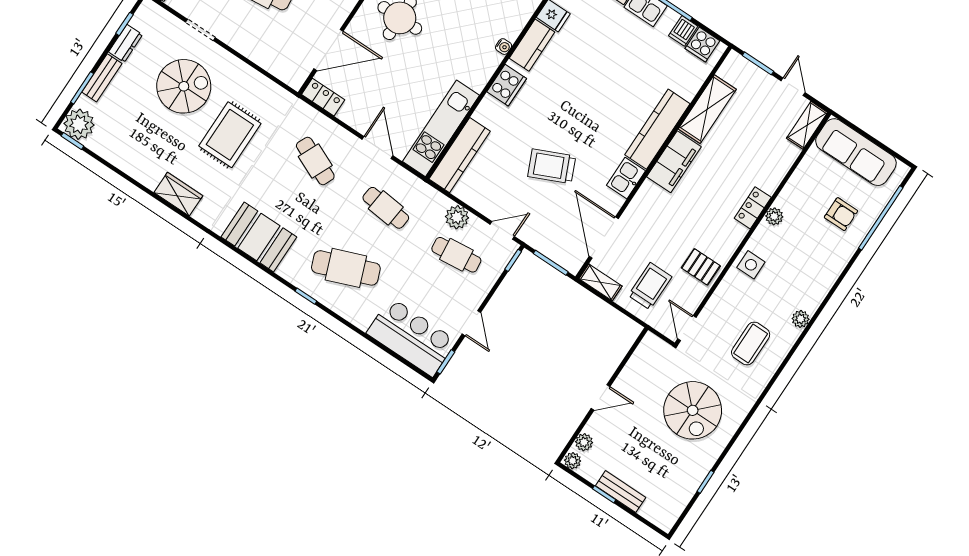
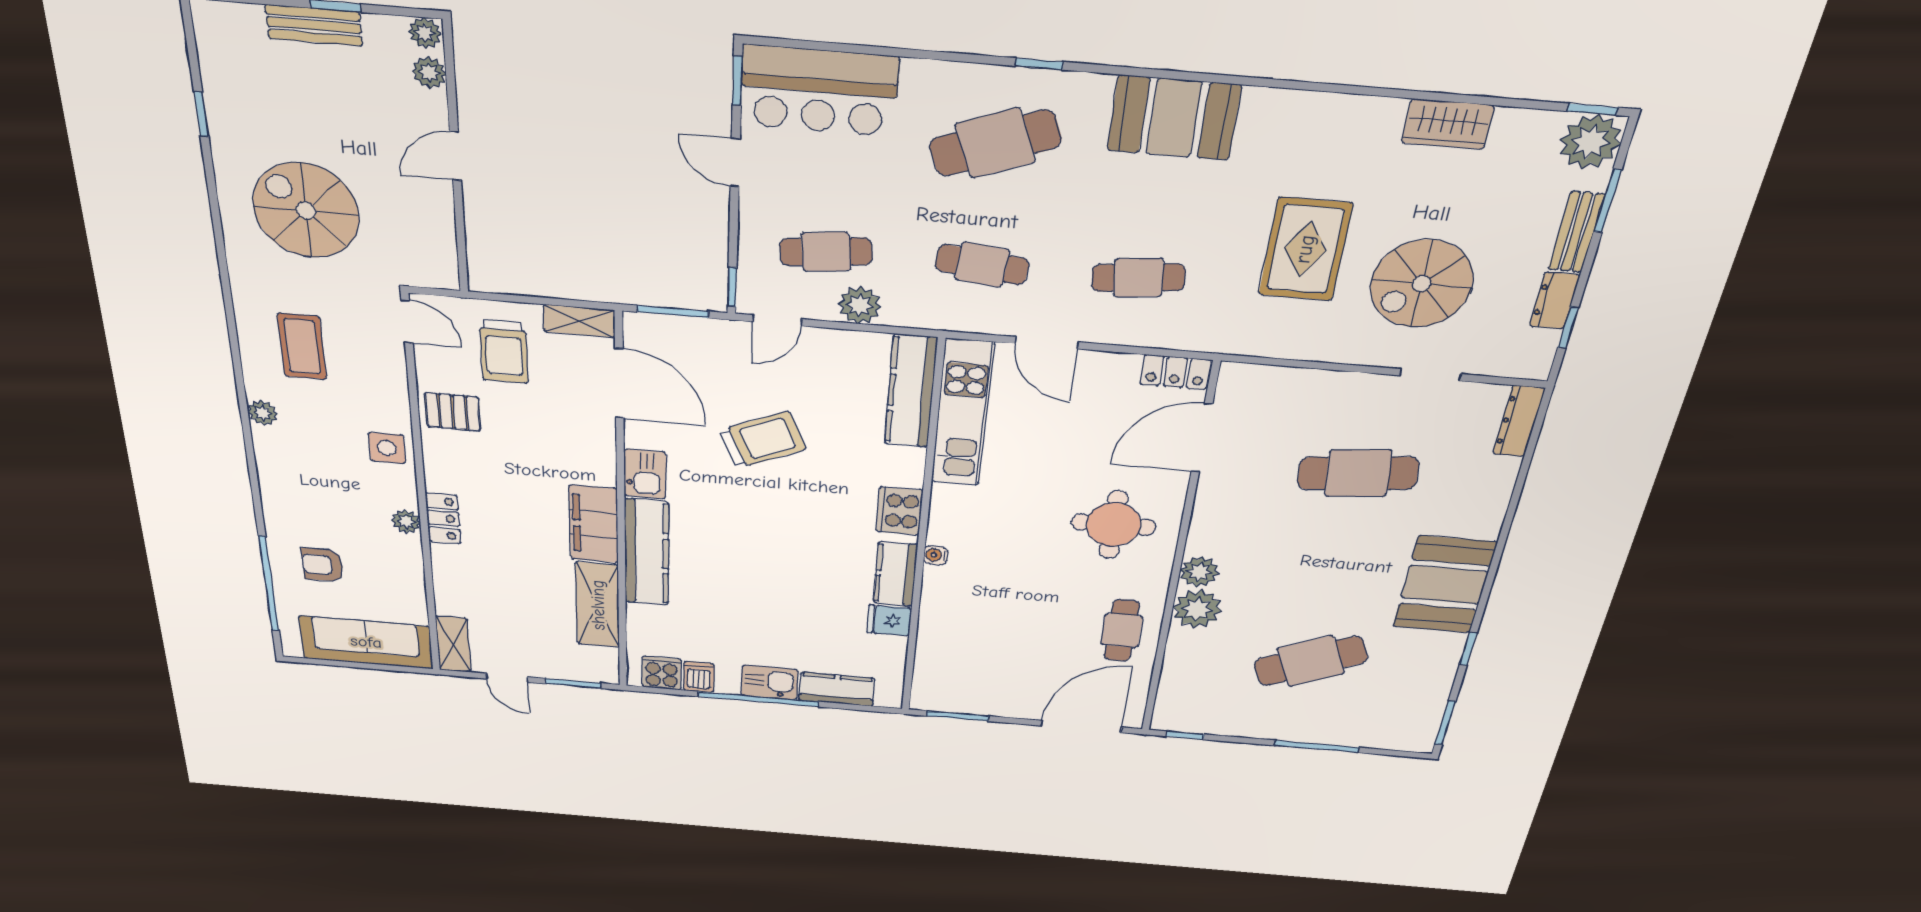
cafe table: (315, 161) -> (1138, 278), turned -30
wardrobe: (178, 194) -> (1448, 124), moved

